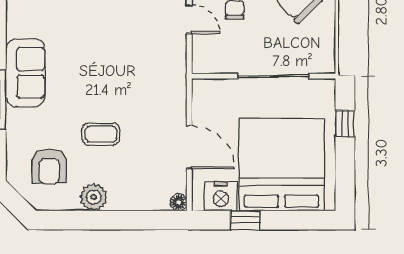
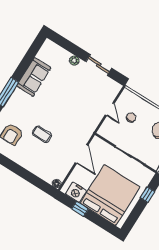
sofa: (25, 73) -> (34, 77), moved
door: (189, 147) -> (82, 154), moved
plant: (94, 197) -> (22, 159), removed

